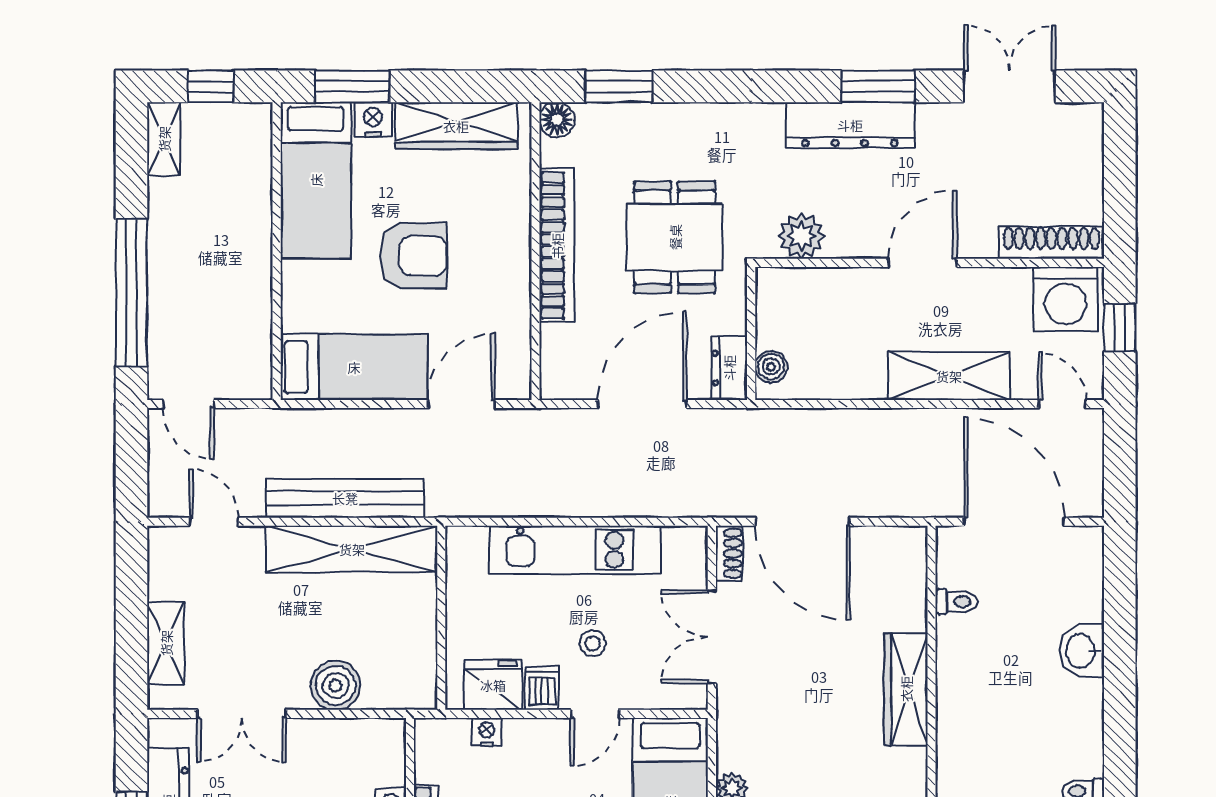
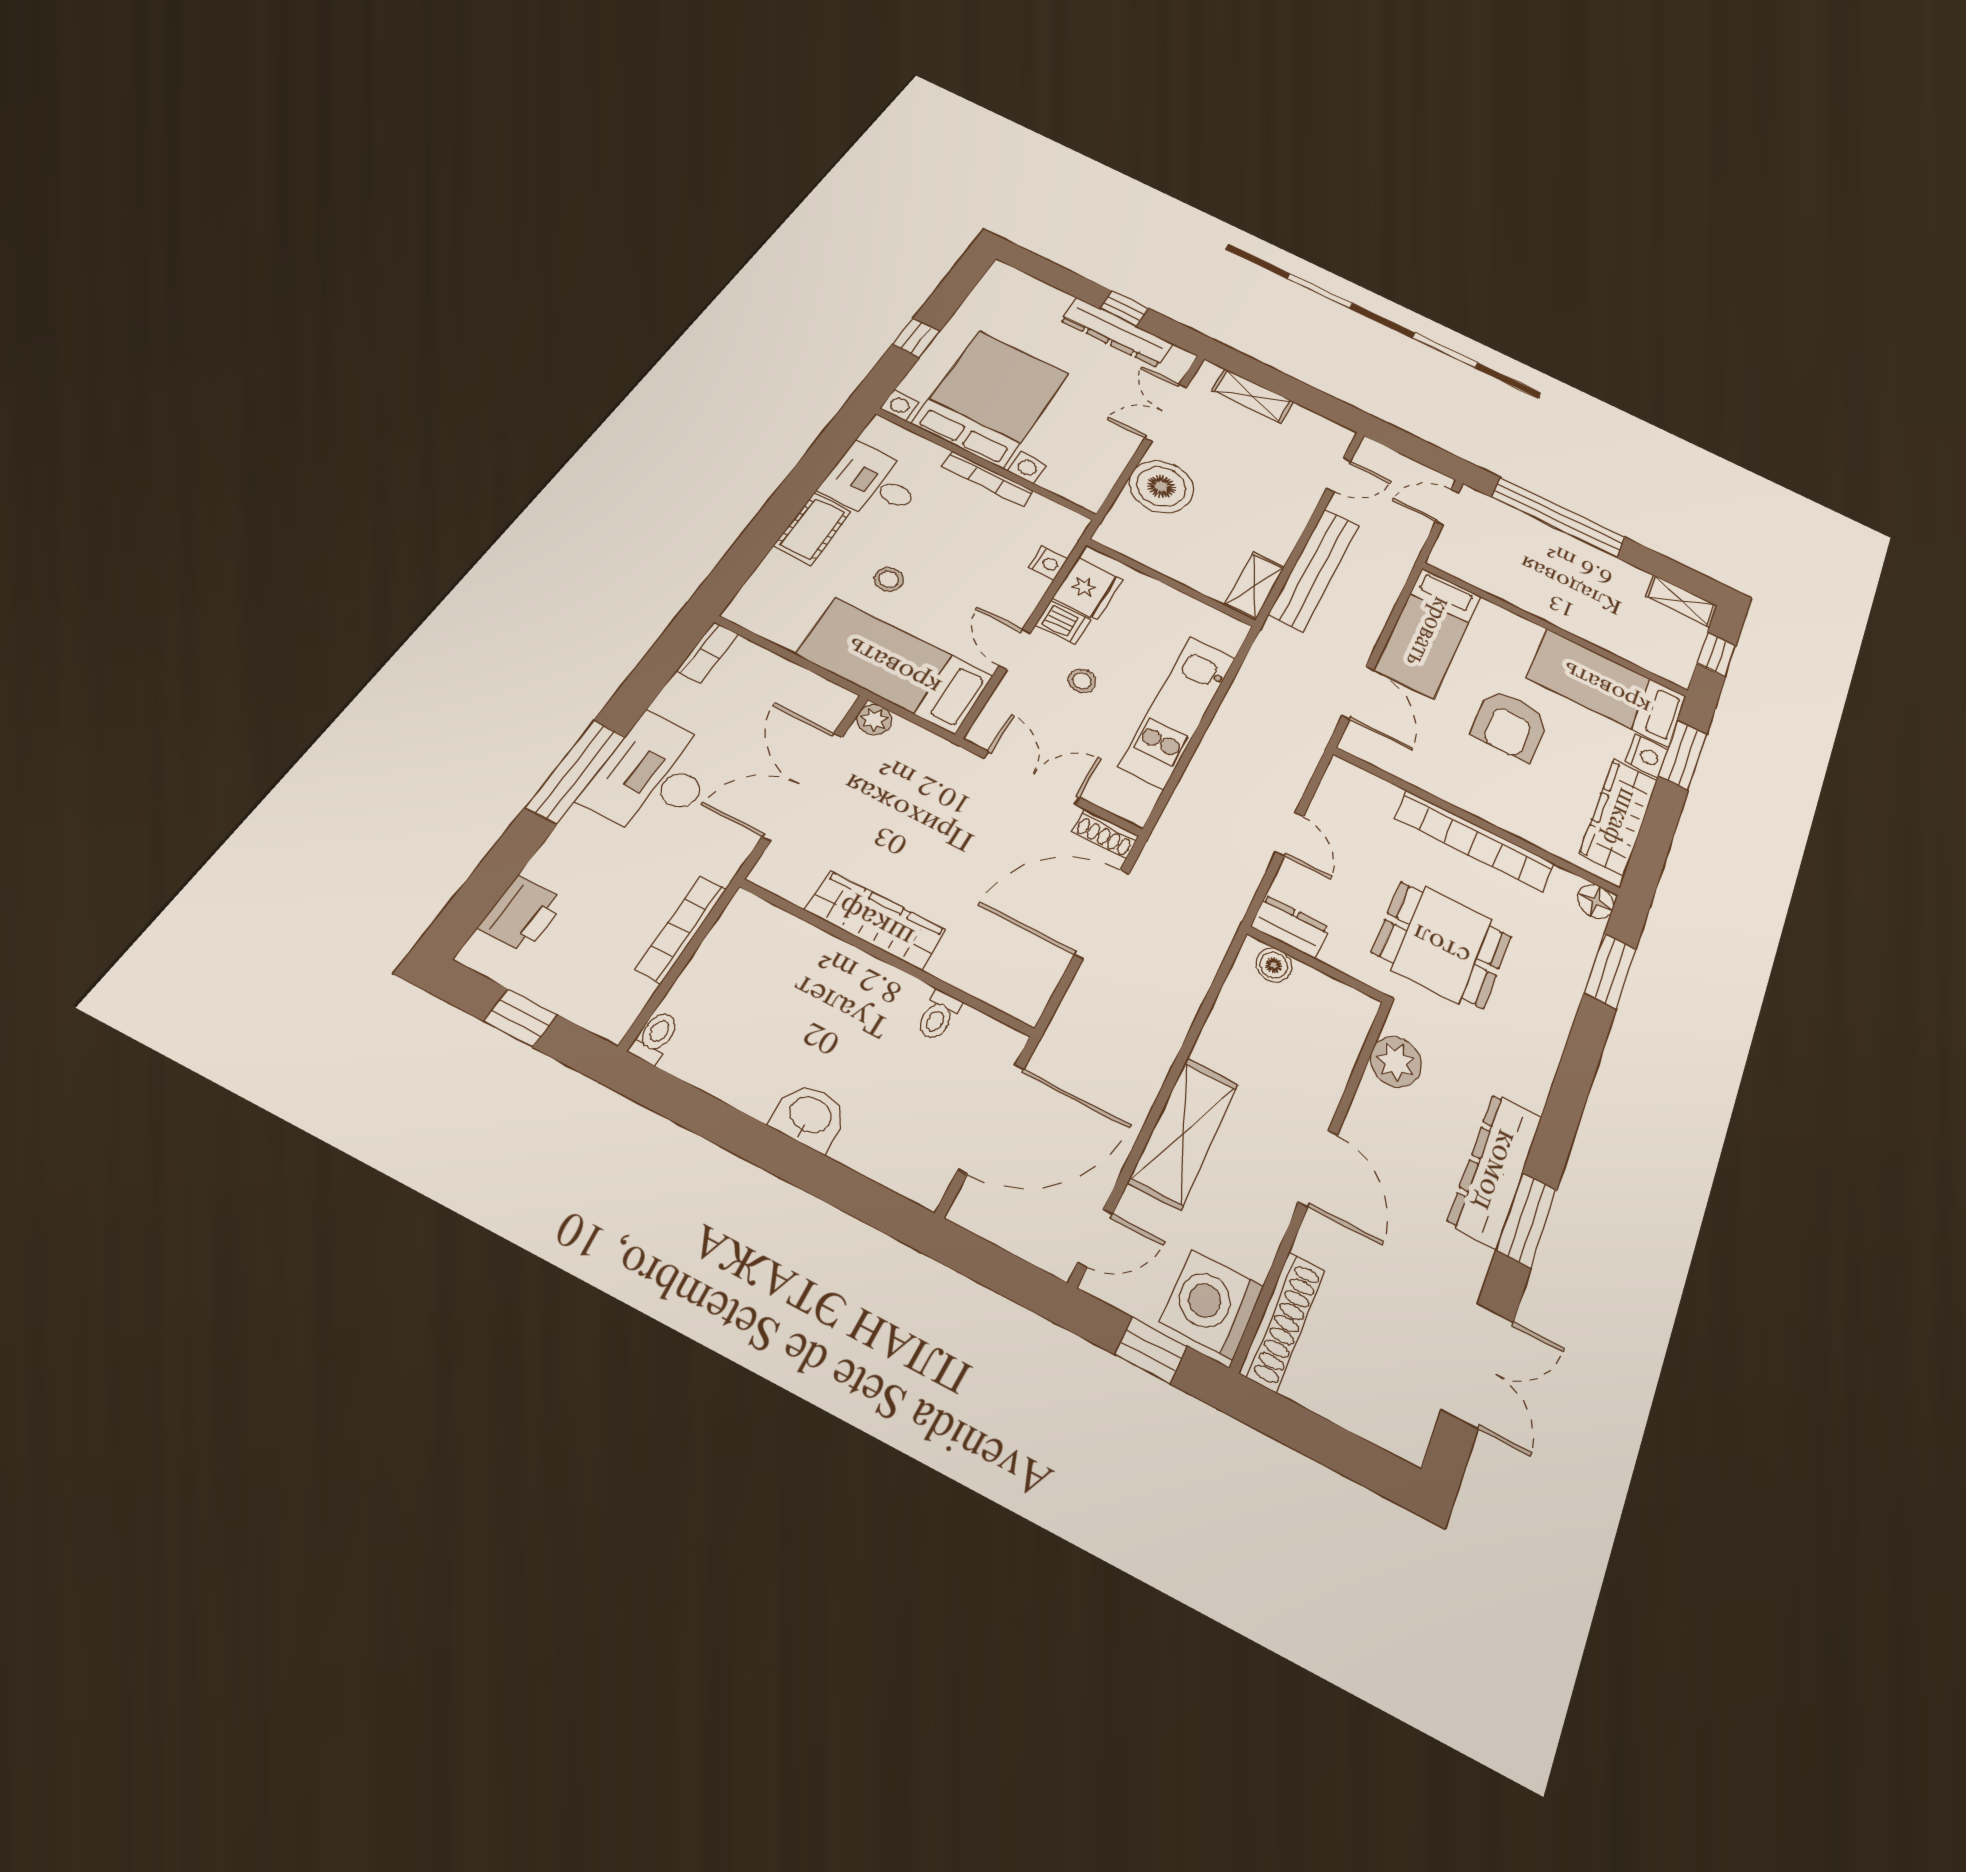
door: (642, 404) -> (1290, 834), width x0.53
shelving: (352, 549) -> (1254, 586), width x0.45, depth x0.75
boiler: (336, 685) -> (1161, 487), width x1.37, depth x1.37

